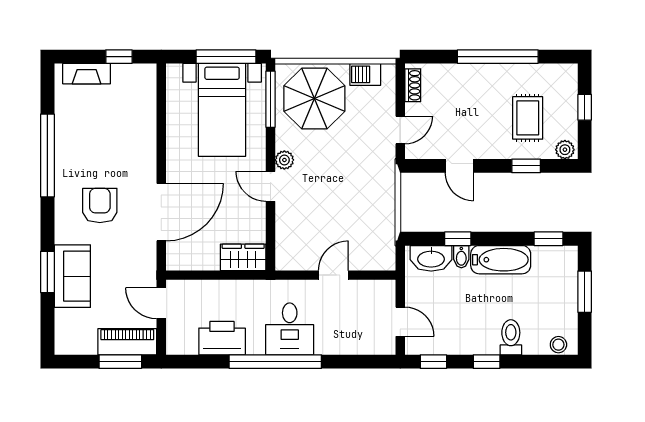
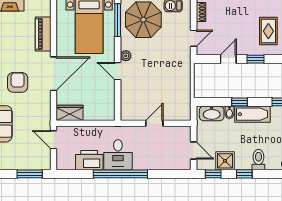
door: (459, 166) -> (228, 59), swing flipped
window: (526, 166) -> (255, 59), moved
door: (161, 212) -> (54, 74), moved
window: (458, 239) -> (239, 102), moved
wardrobe: (243, 257) -> (70, 113), moved
desk: (290, 329) -> (118, 155), moved
shower: (454, 339) -> (225, 161), added
piano: (127, 342) -> (43, 34), moved, turned -90

